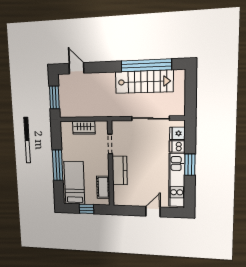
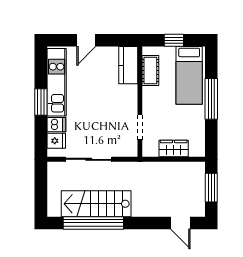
kitchen counter: (120, 170) -> (128, 65), moved

